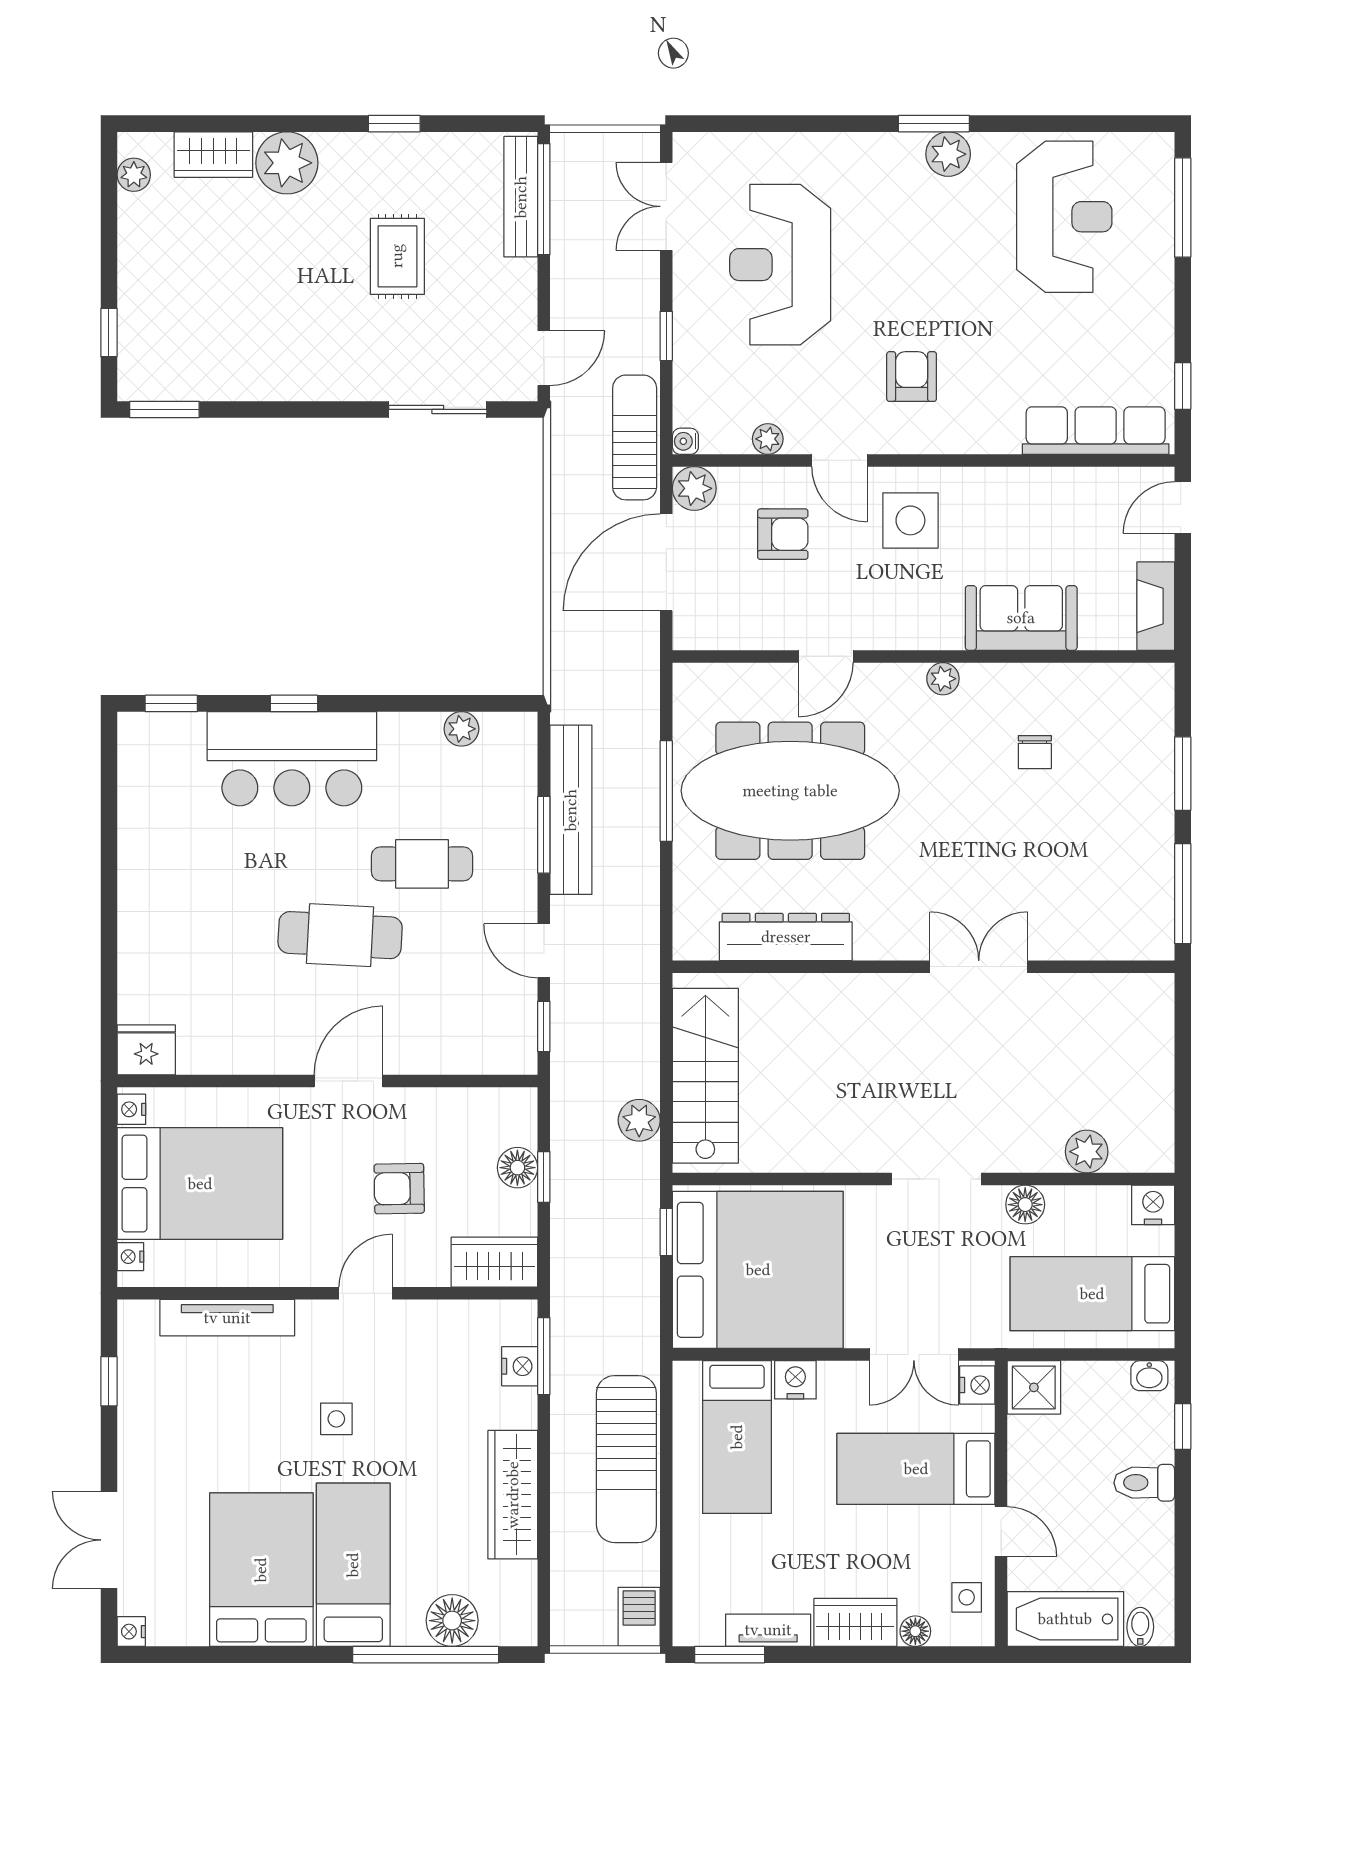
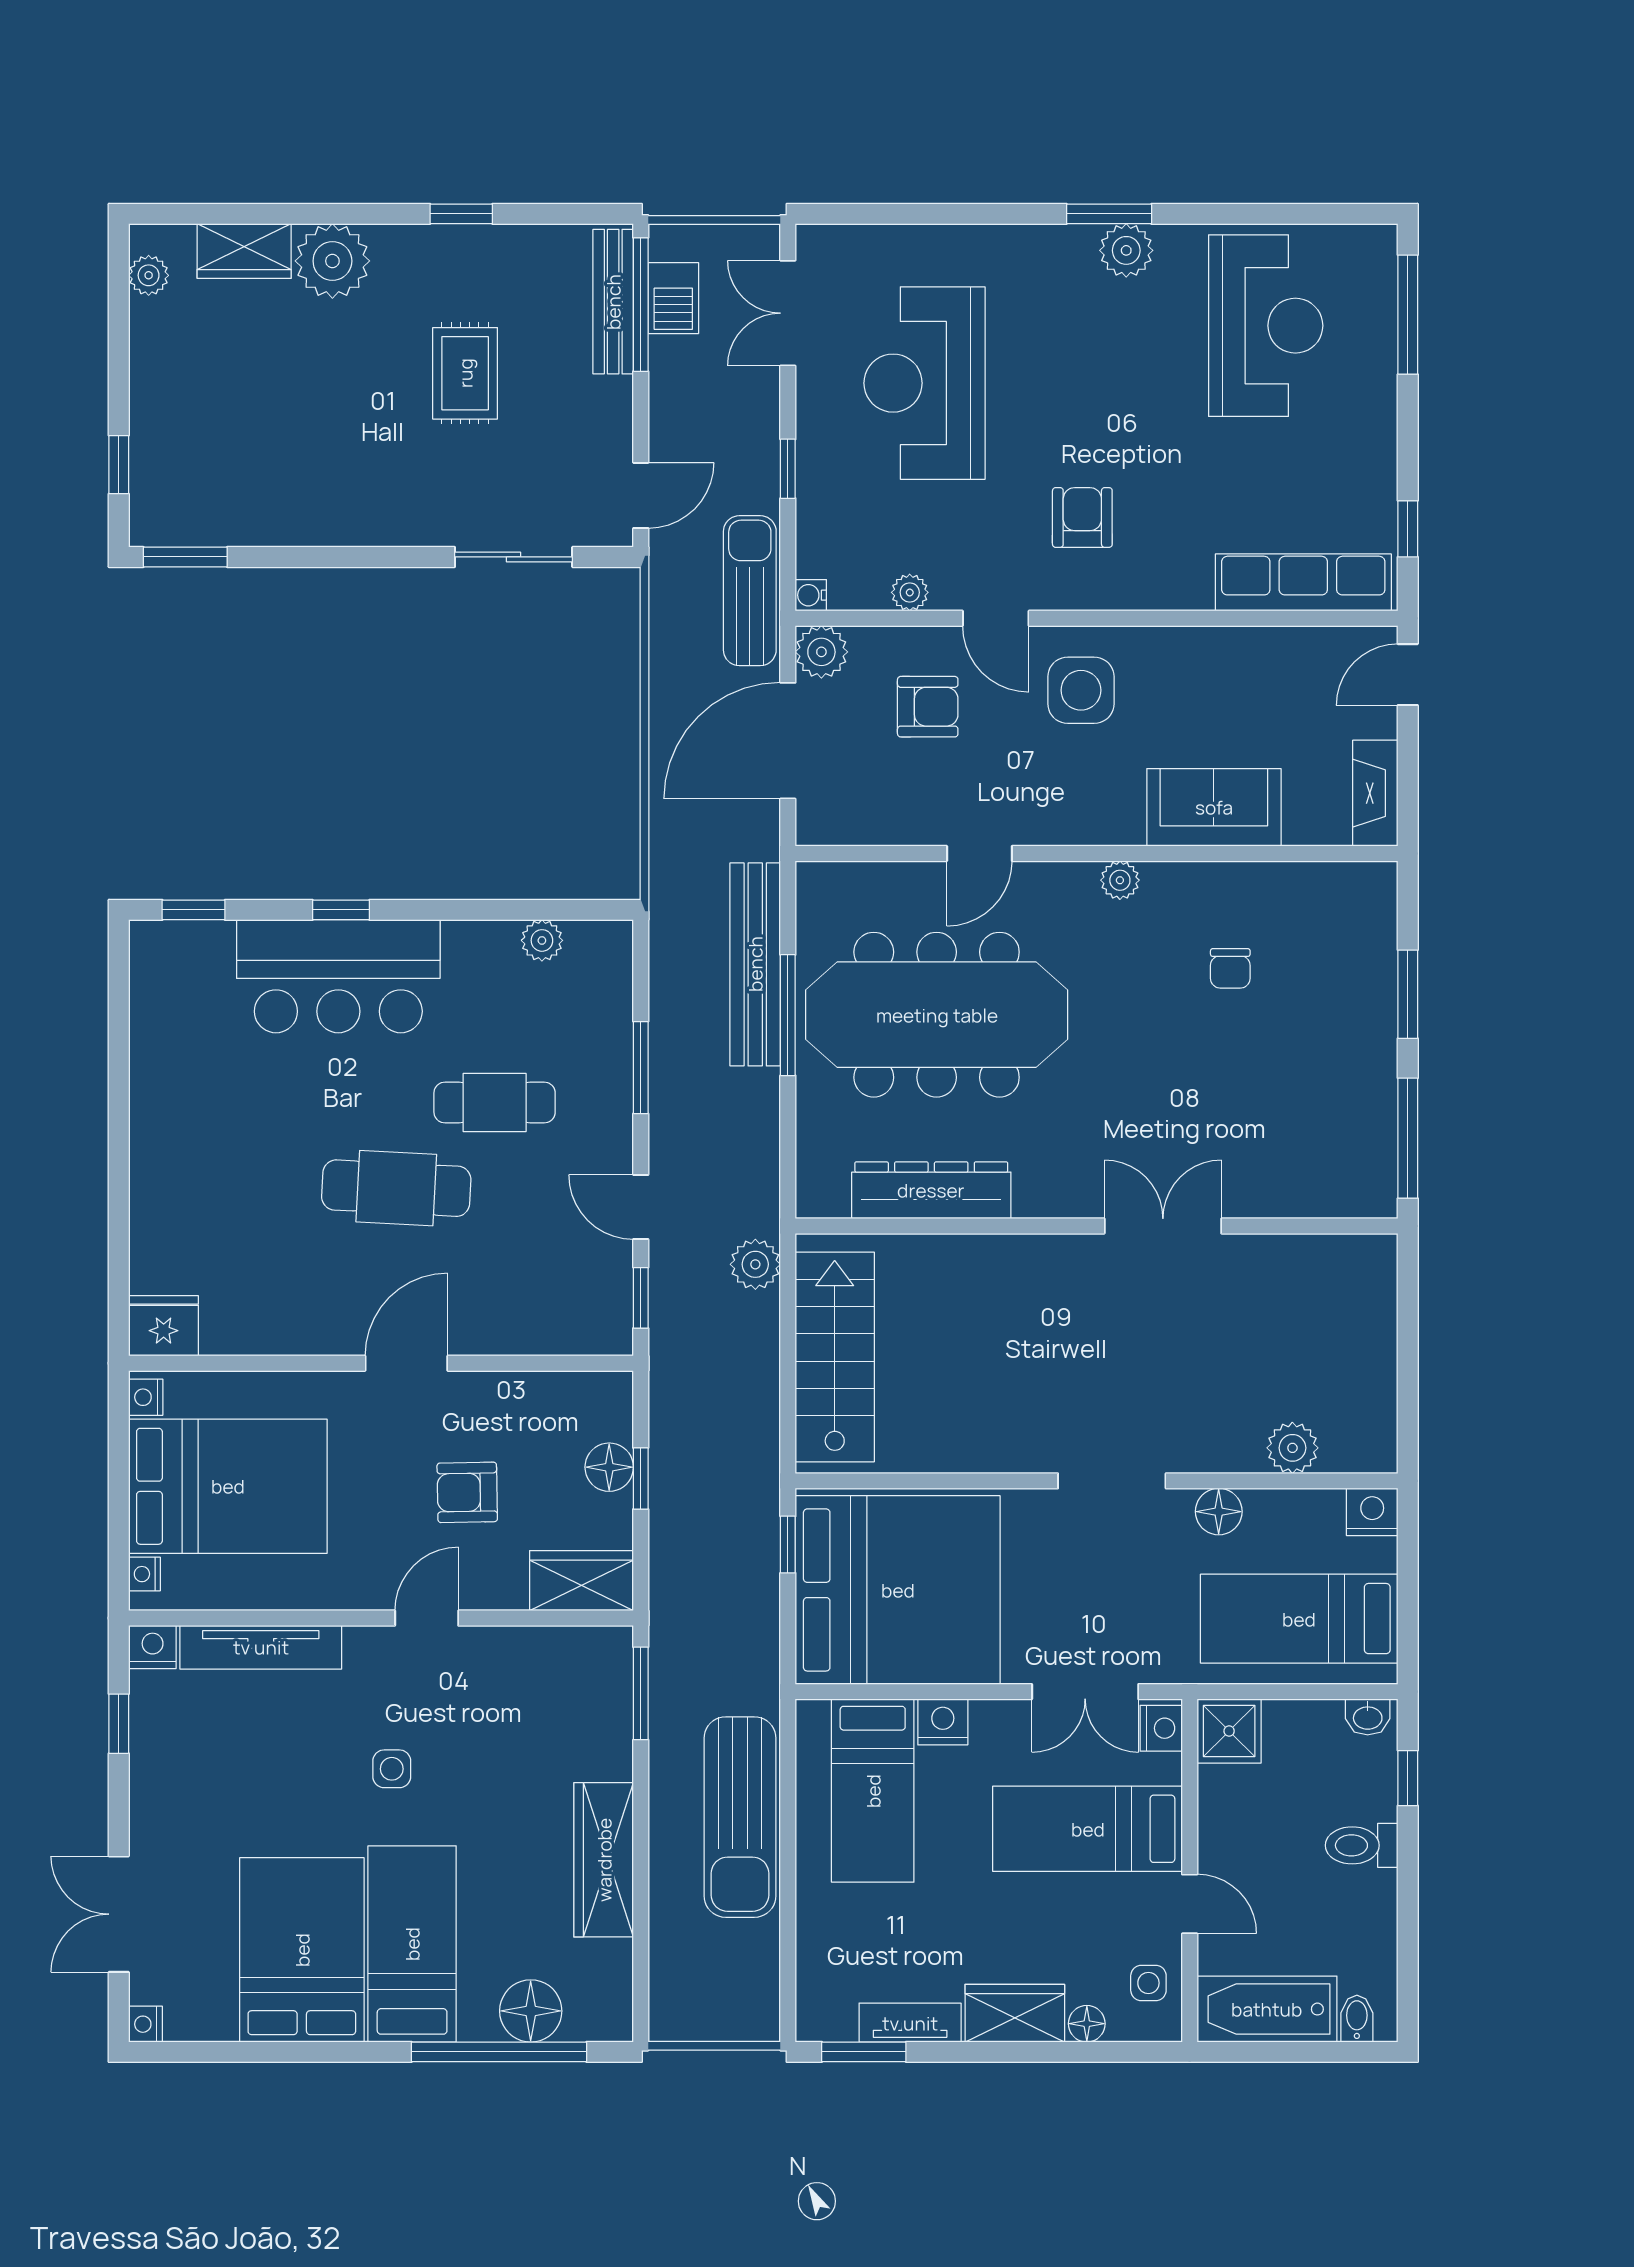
bench: (571, 810) -> (755, 964), moved
plant: (639, 1120) -> (755, 1264), moved
nightstand: (520, 1366) -> (153, 1647), moved, turned -90
barbecue: (639, 1617) -> (673, 298), moved, turned 180

